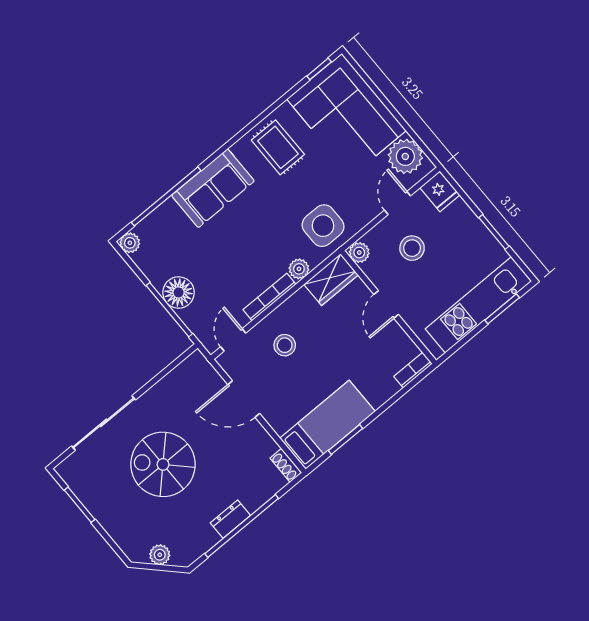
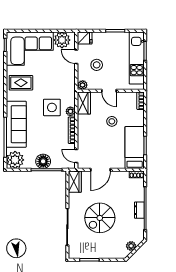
sofa: (213, 188) -> (16, 124), width x1.36
side table: (323, 226) -> (52, 107), moved
plant: (130, 243) -> (15, 160), width x1.87, depth x1.87
stool: (285, 345) -> (112, 121), moved
wardrobe: (189, 373) -> (75, 182), added

